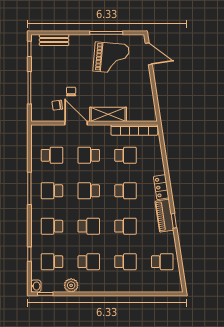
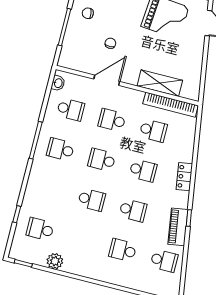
chair: (57, 105) -> (88, 13), moved
shelving: (108, 114) -> (160, 83), moved
door: (76, 123) -> (107, 80), hinge flipped
piano: (164, 216) -> (178, 227), moved
school desk: (52, 226) -> (50, 189), removed
school desk: (89, 262) -> (81, 240), removed
school desk: (125, 262) -> (123, 250), turned 180
washbasin: (36, 286) -> (58, 83), moved

